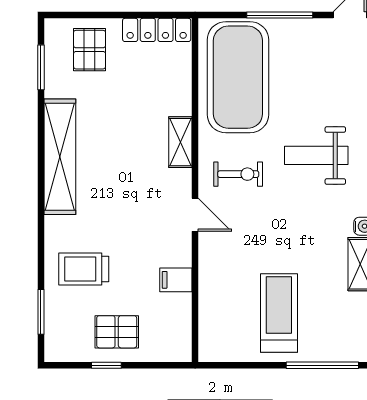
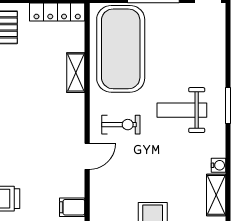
shelving: (180, 142) -> (76, 73), moved
door: (195, 215) -> (87, 156), hinge flipped

